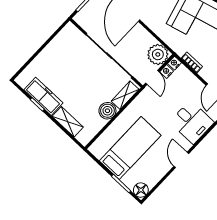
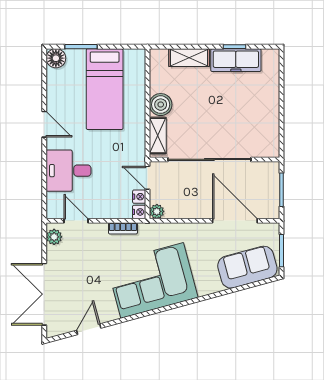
plant: (158, 54) -> (157, 211), width x0.53, depth x0.53

